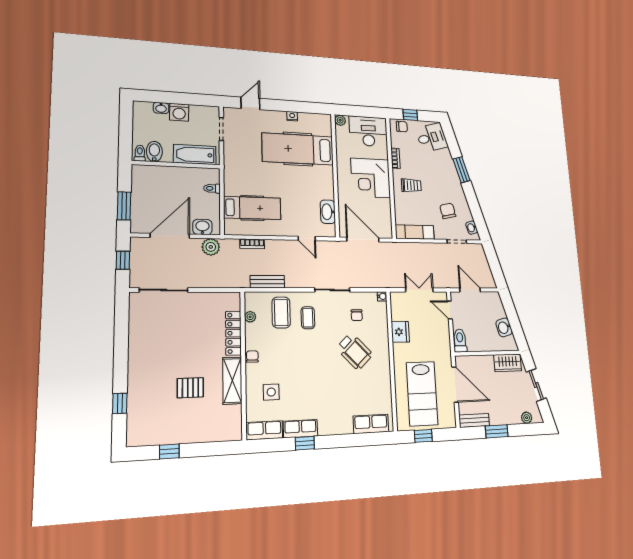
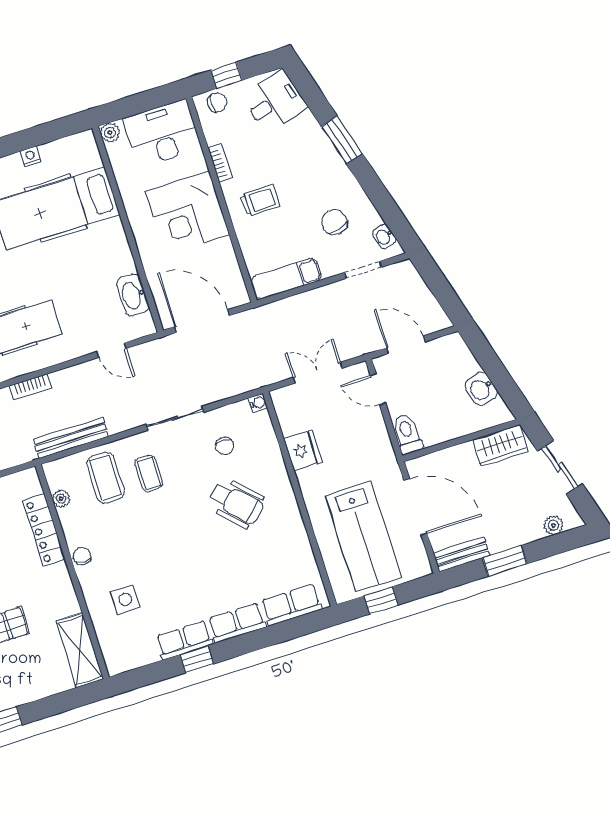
bench: (267, 282) -> (71, 438), width x1.36
shelving: (232, 381) -> (80, 650), moved
row of seats: (264, 430) -> (237, 623), moved

